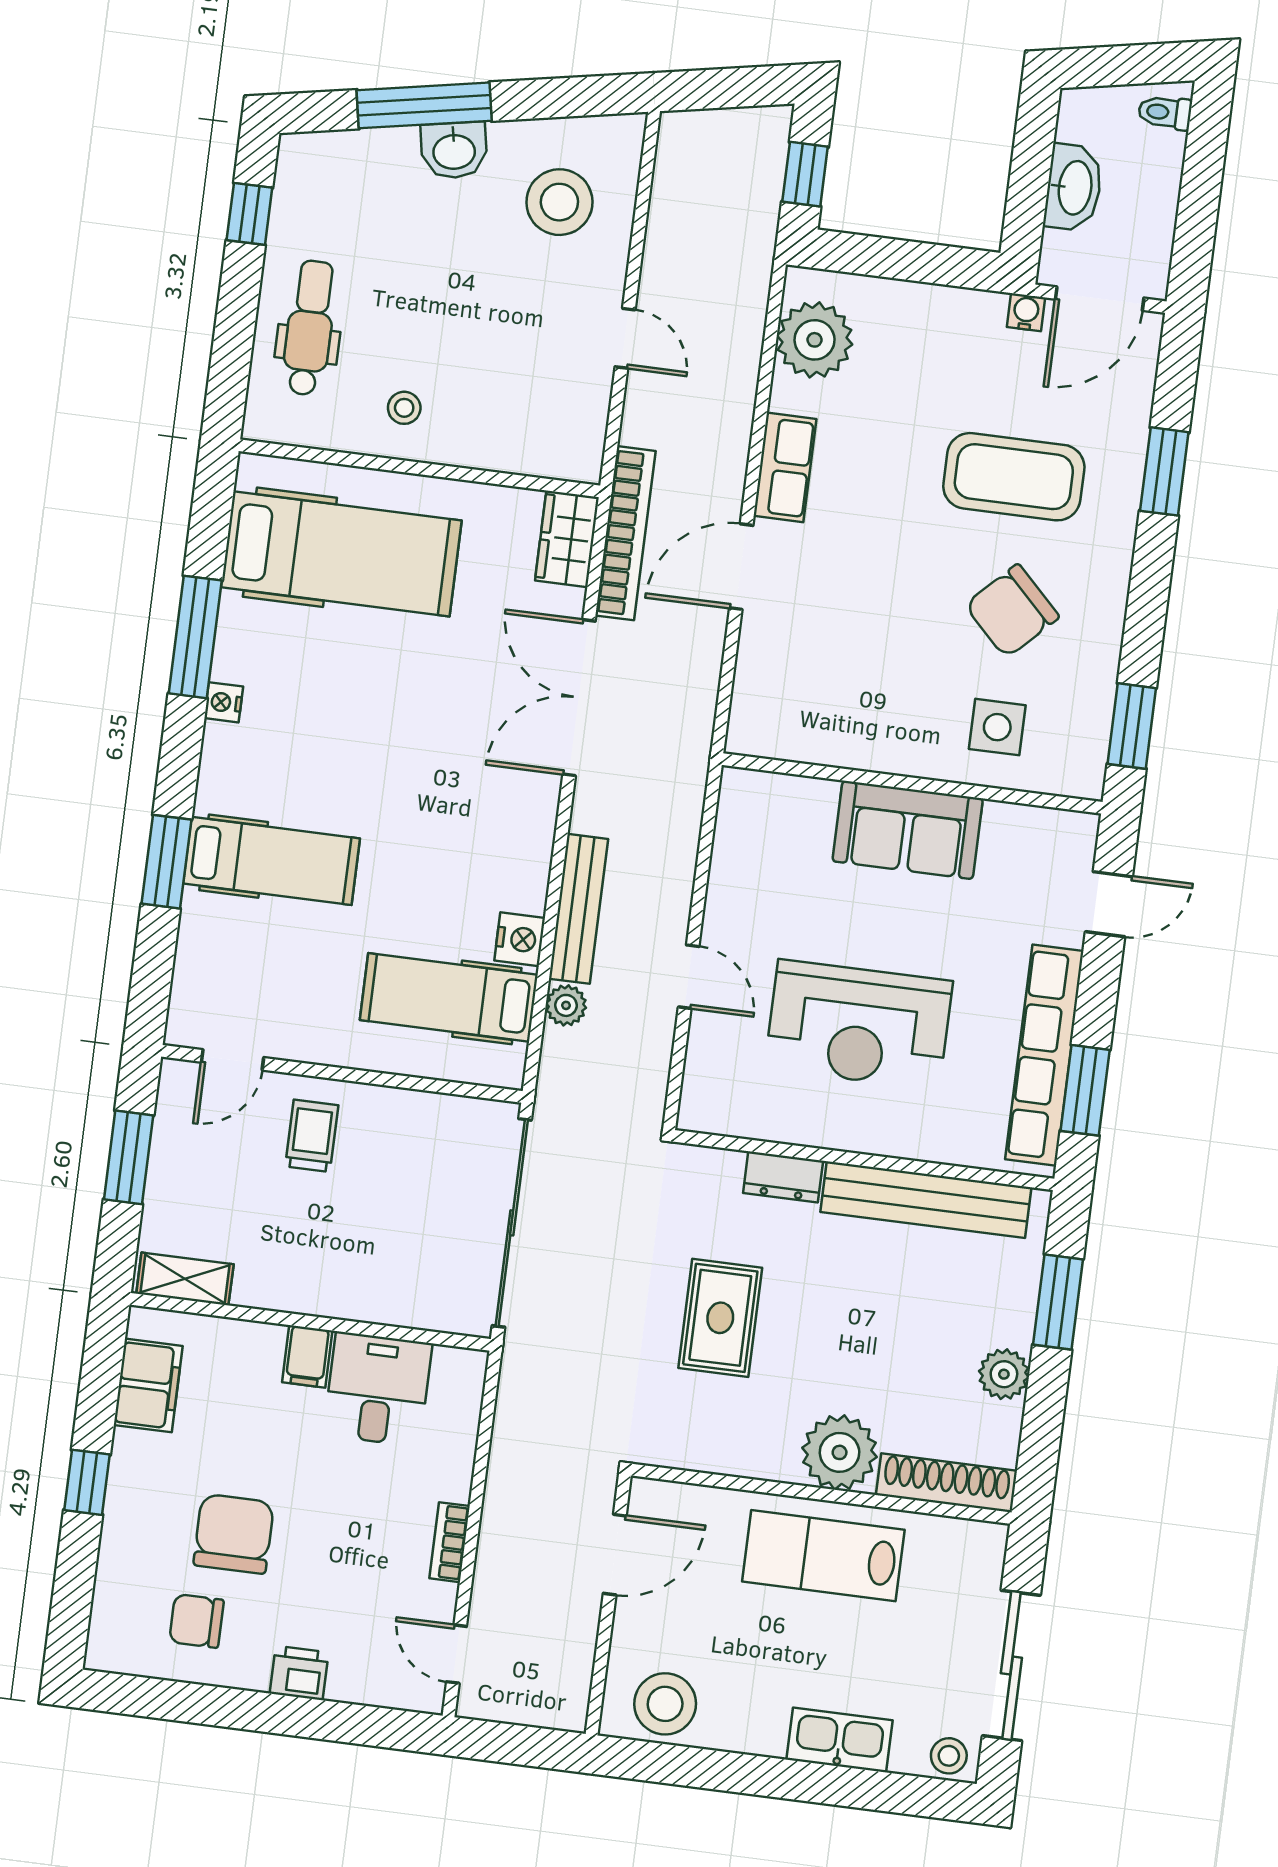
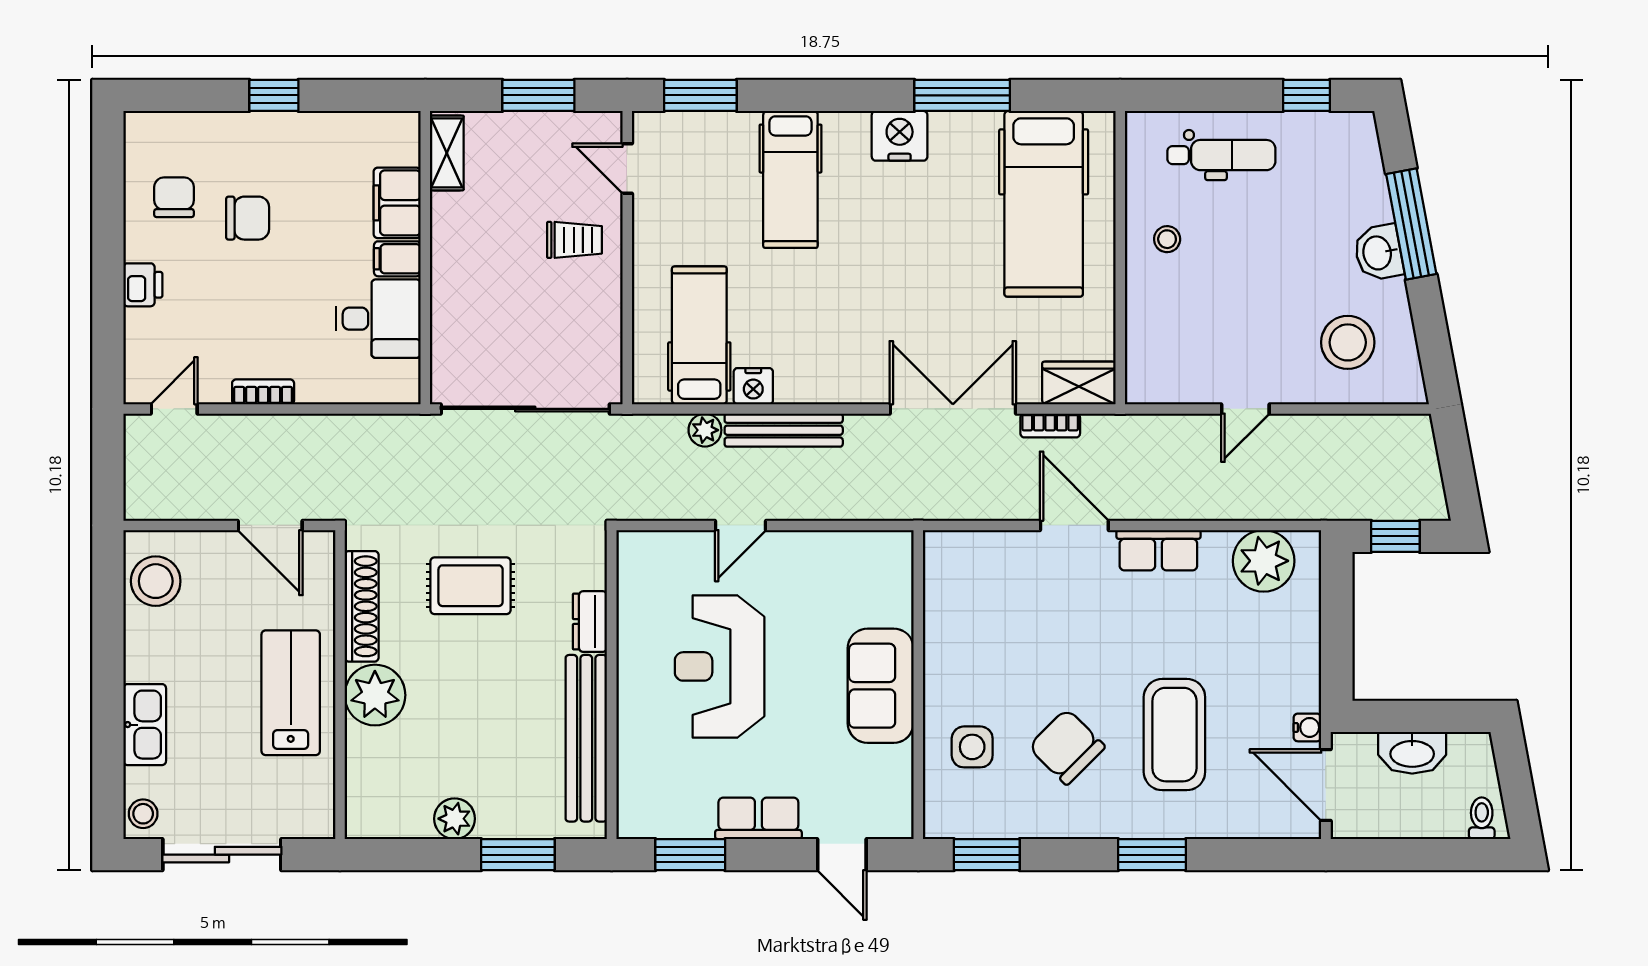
window: (1164, 471) -> (1152, 855), moved
bookcase: (626, 533) -> (1050, 426), width x0.43, depth x0.76
nightstand: (224, 702) -> (900, 136), width x1.89, depth x1.79
window: (166, 862) -> (700, 95), moved
row of seats: (1044, 1055) -> (758, 818), width x0.50
filing cabinet: (148, 1385) -> (397, 203), moved, turned 90
shoe rack: (946, 1483) -> (362, 606), moved
chair: (234, 1534) -> (248, 218), width x0.73, depth x0.73

